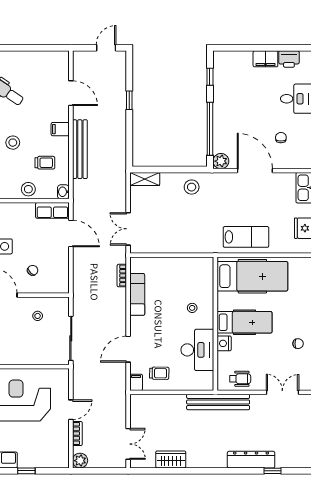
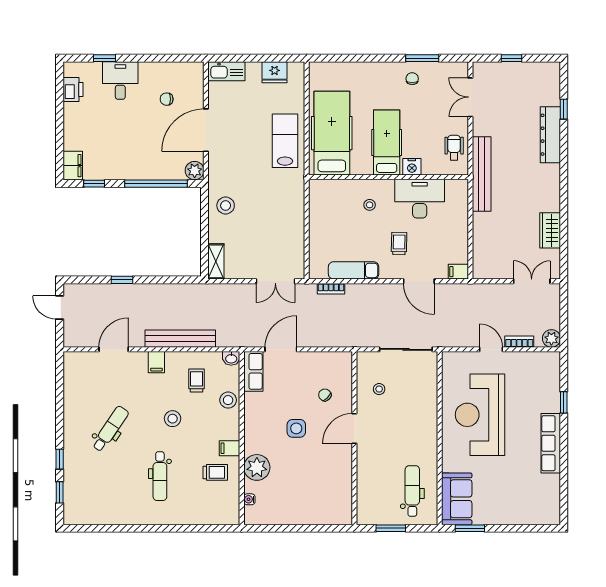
filing cabinet: (265, 59) -> (73, 166), moved
trolley: (159, 373) -> (399, 244), moved

